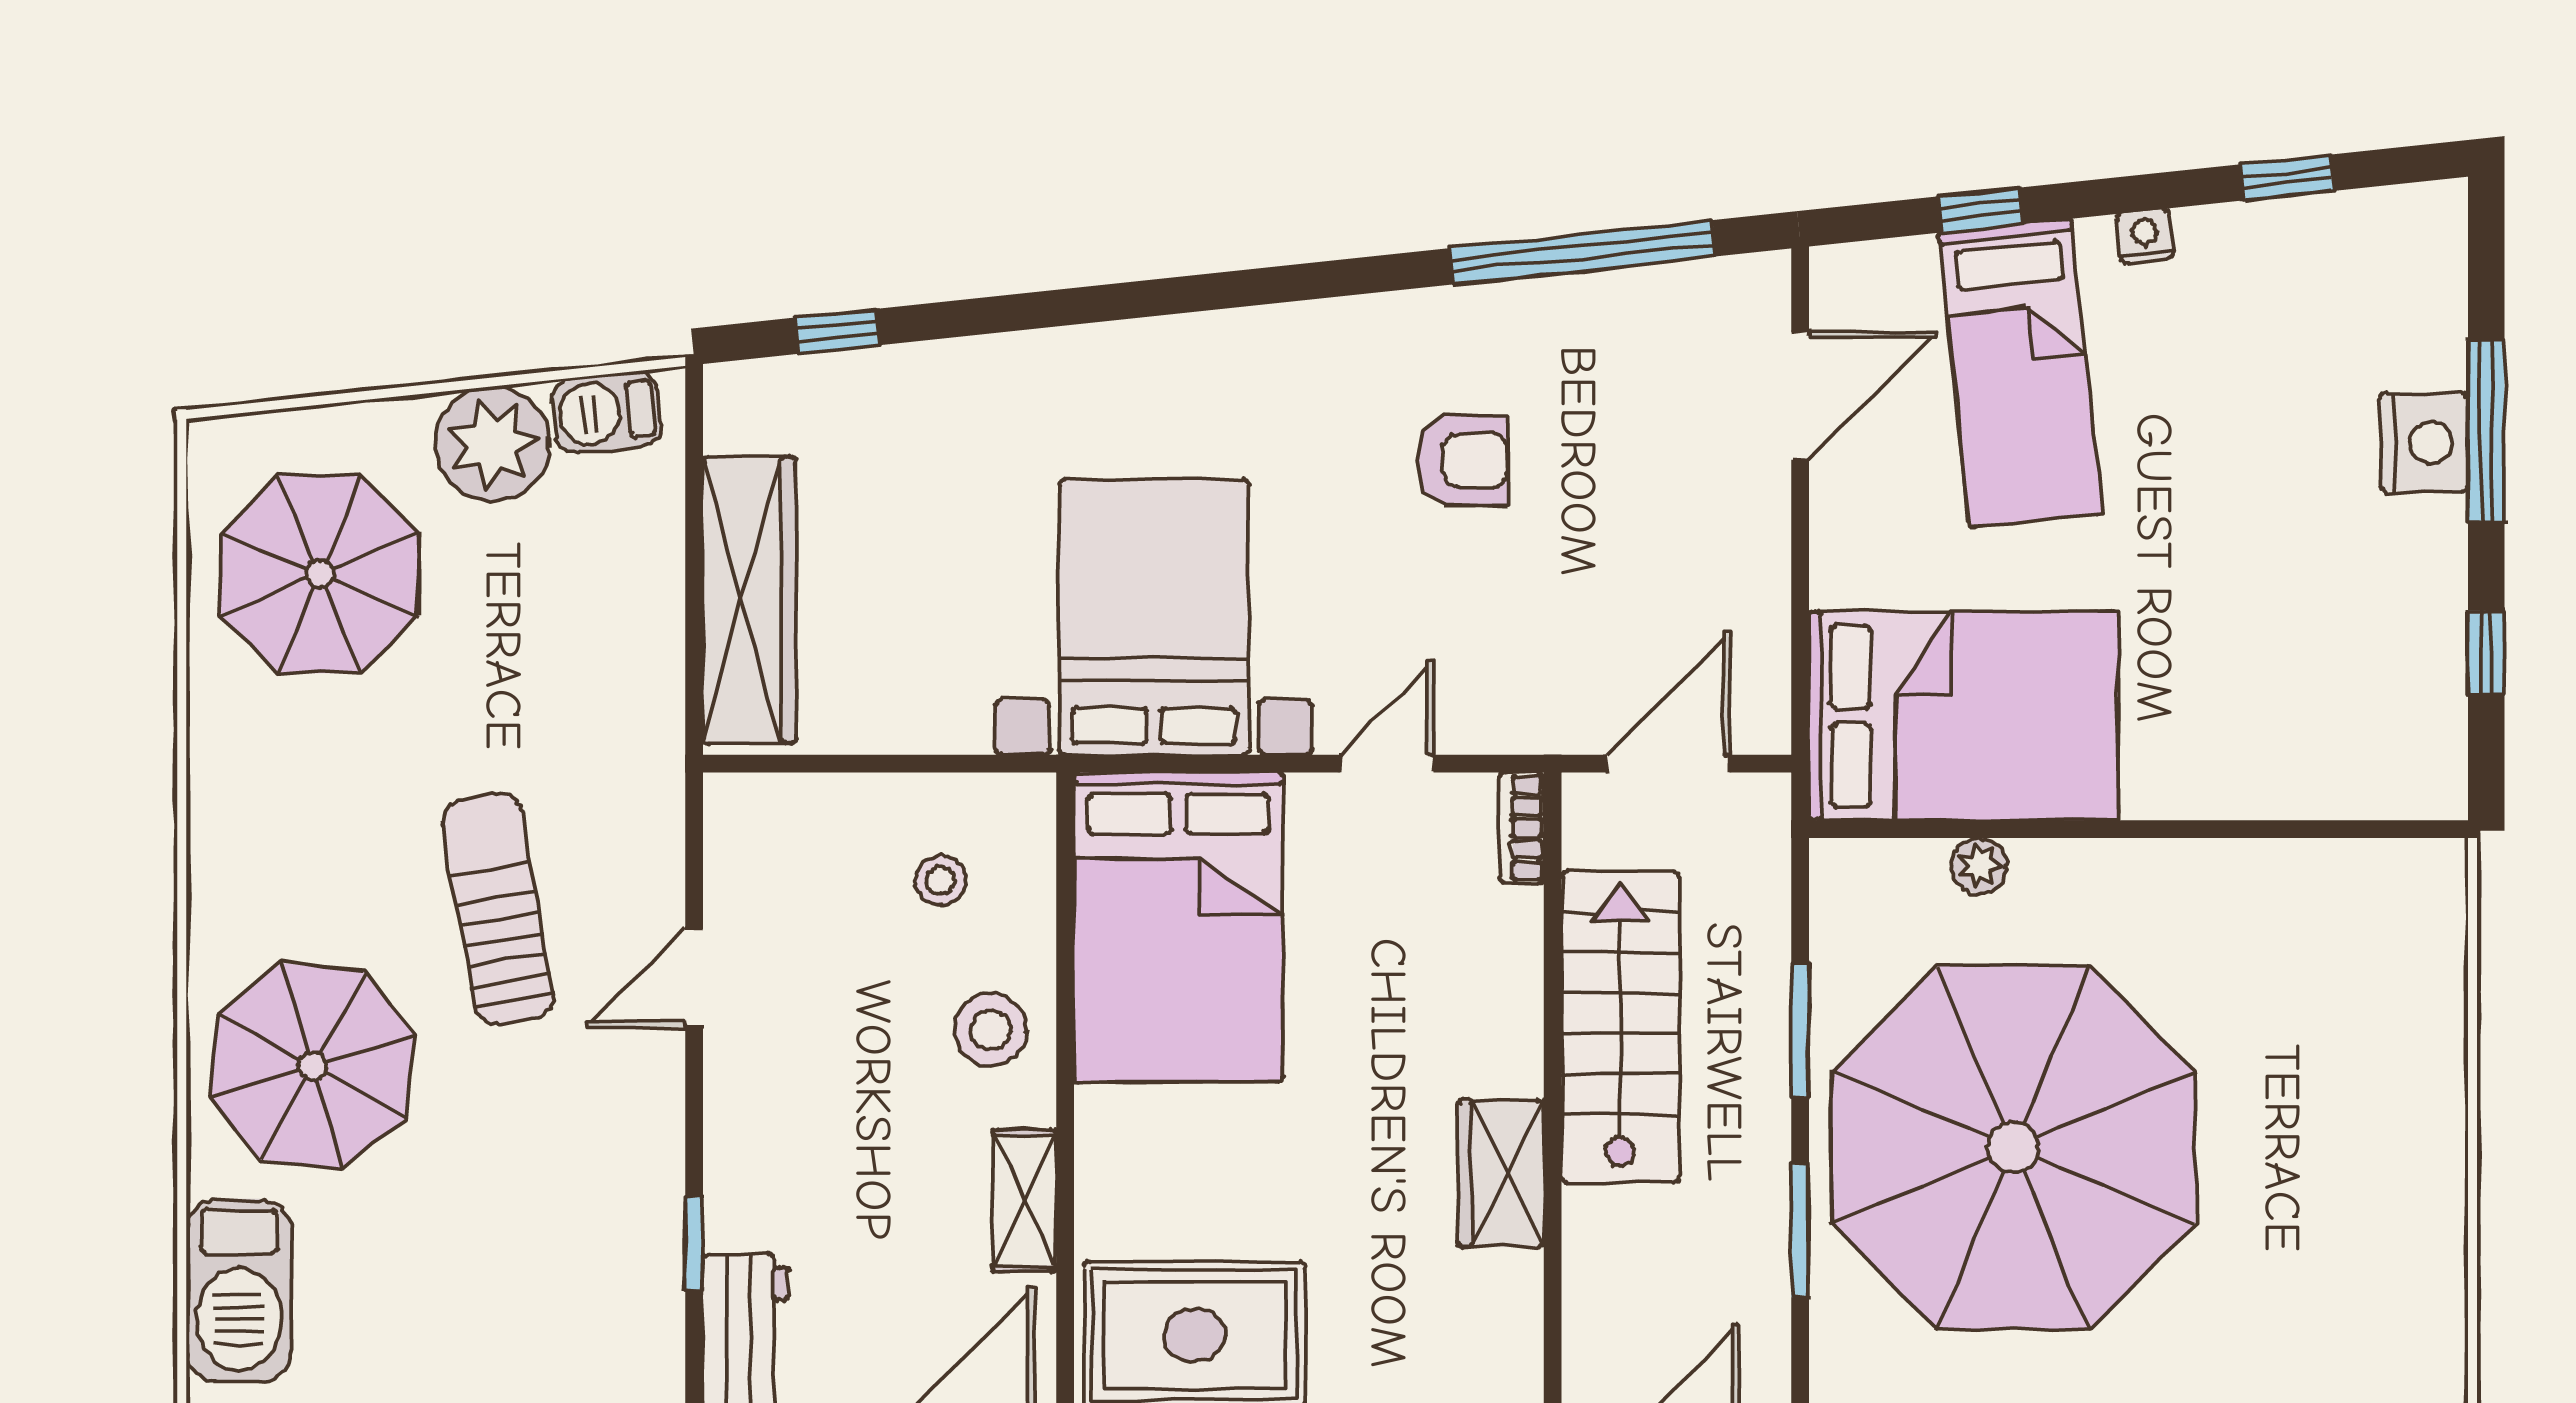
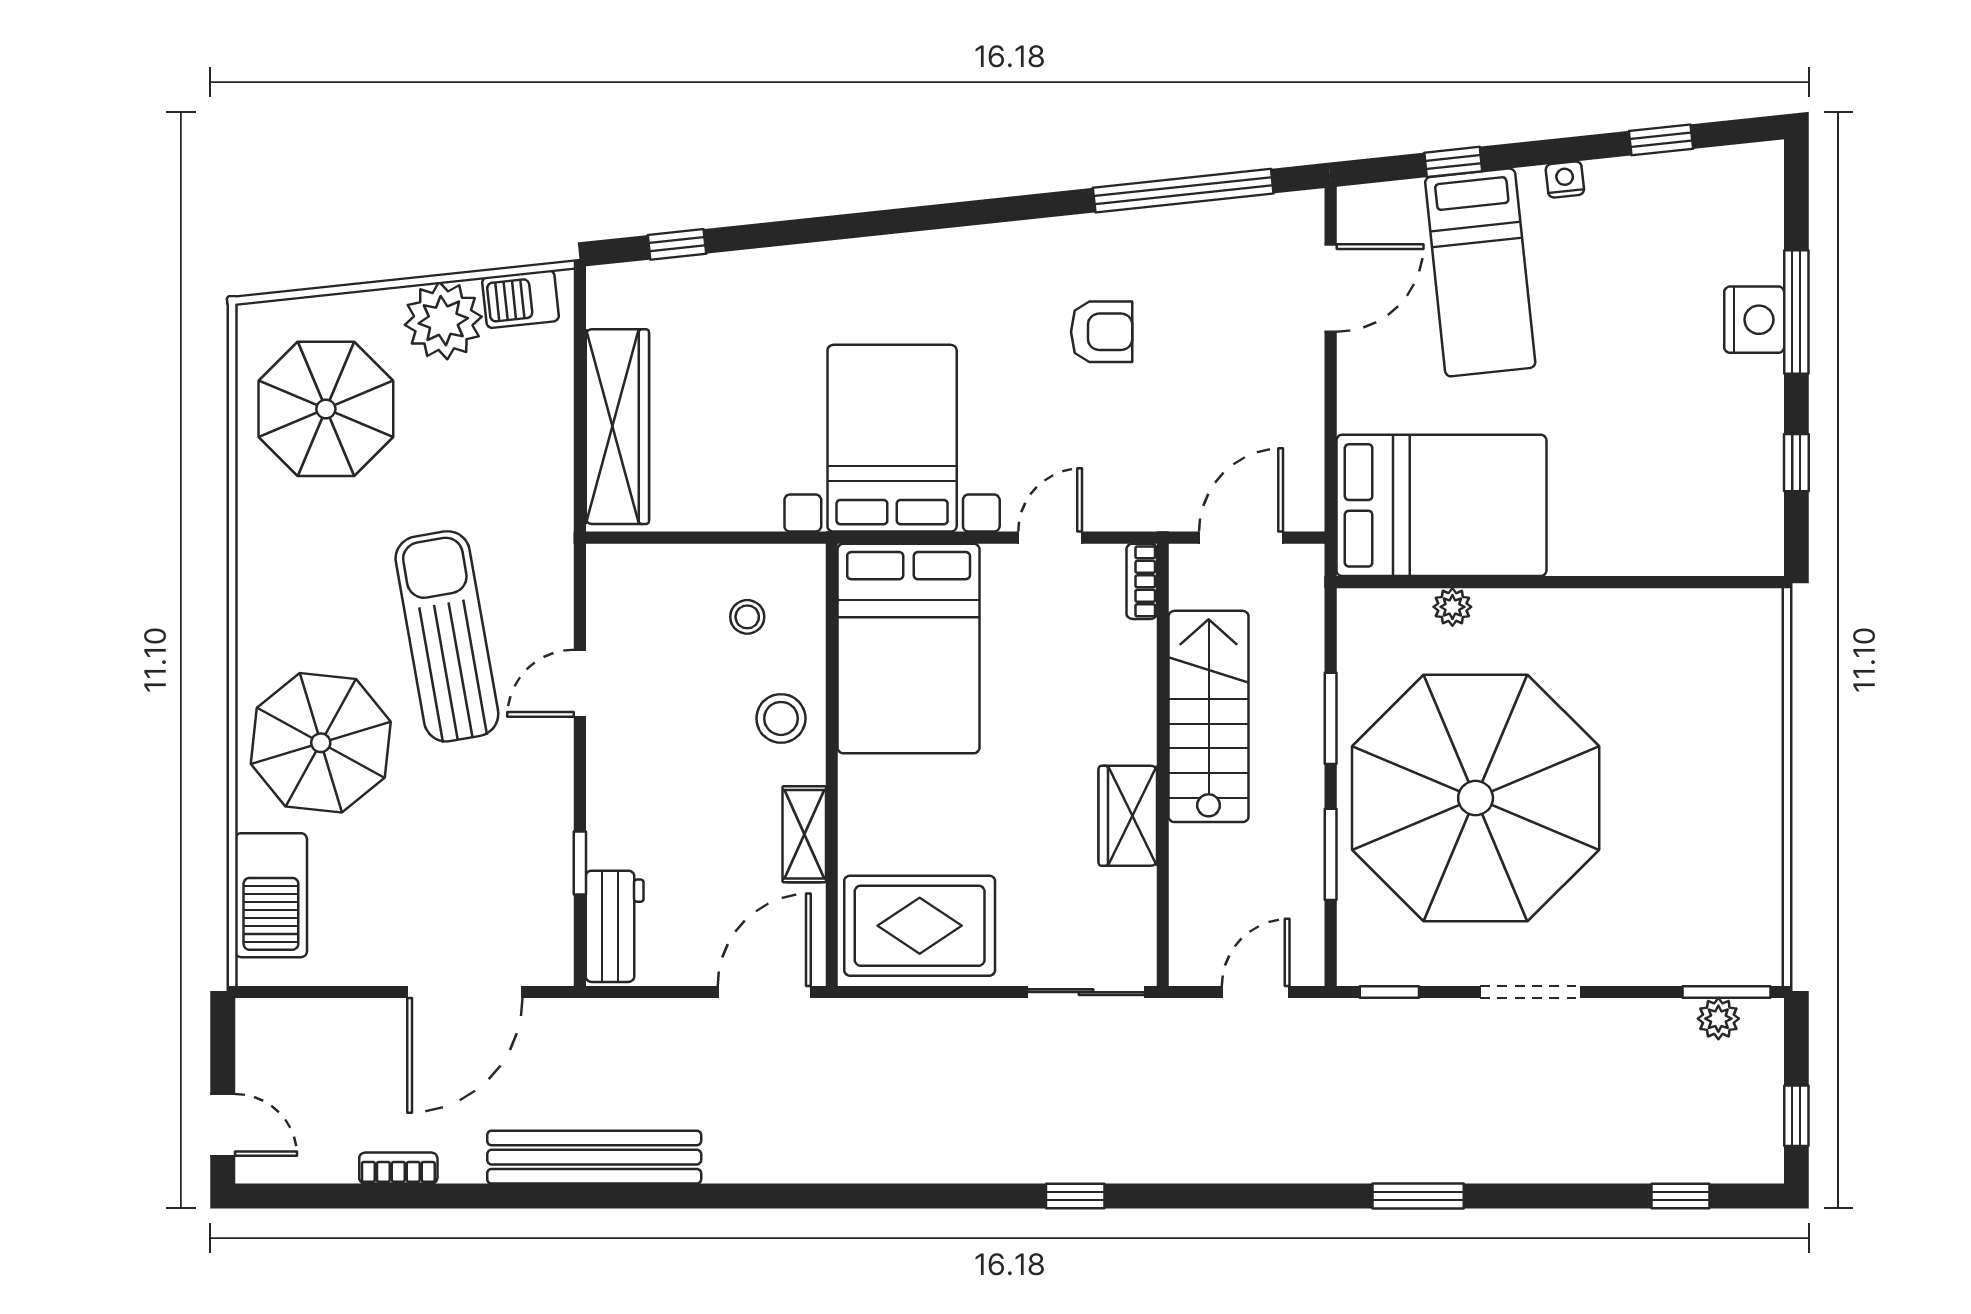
sun lounger: (498, 909) -> (447, 636), width x1.36, depth x1.34

